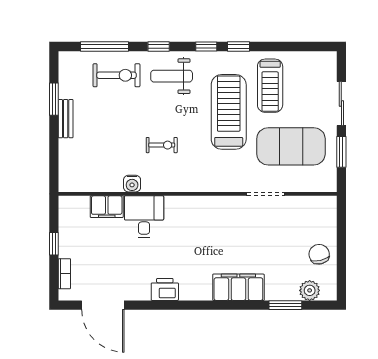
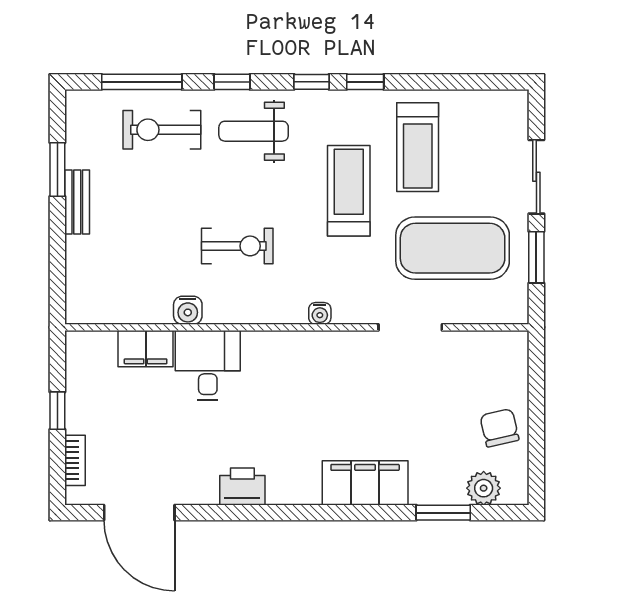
exercise bike: (116, 75) -> (162, 130), turned 180
treadmill: (229, 112) -> (349, 191), width x0.73, depth x0.73
exercise bike: (162, 145) -> (237, 246), width x1.38, depth x1.39
water cooler: (211, 185) -> (320, 313), added

